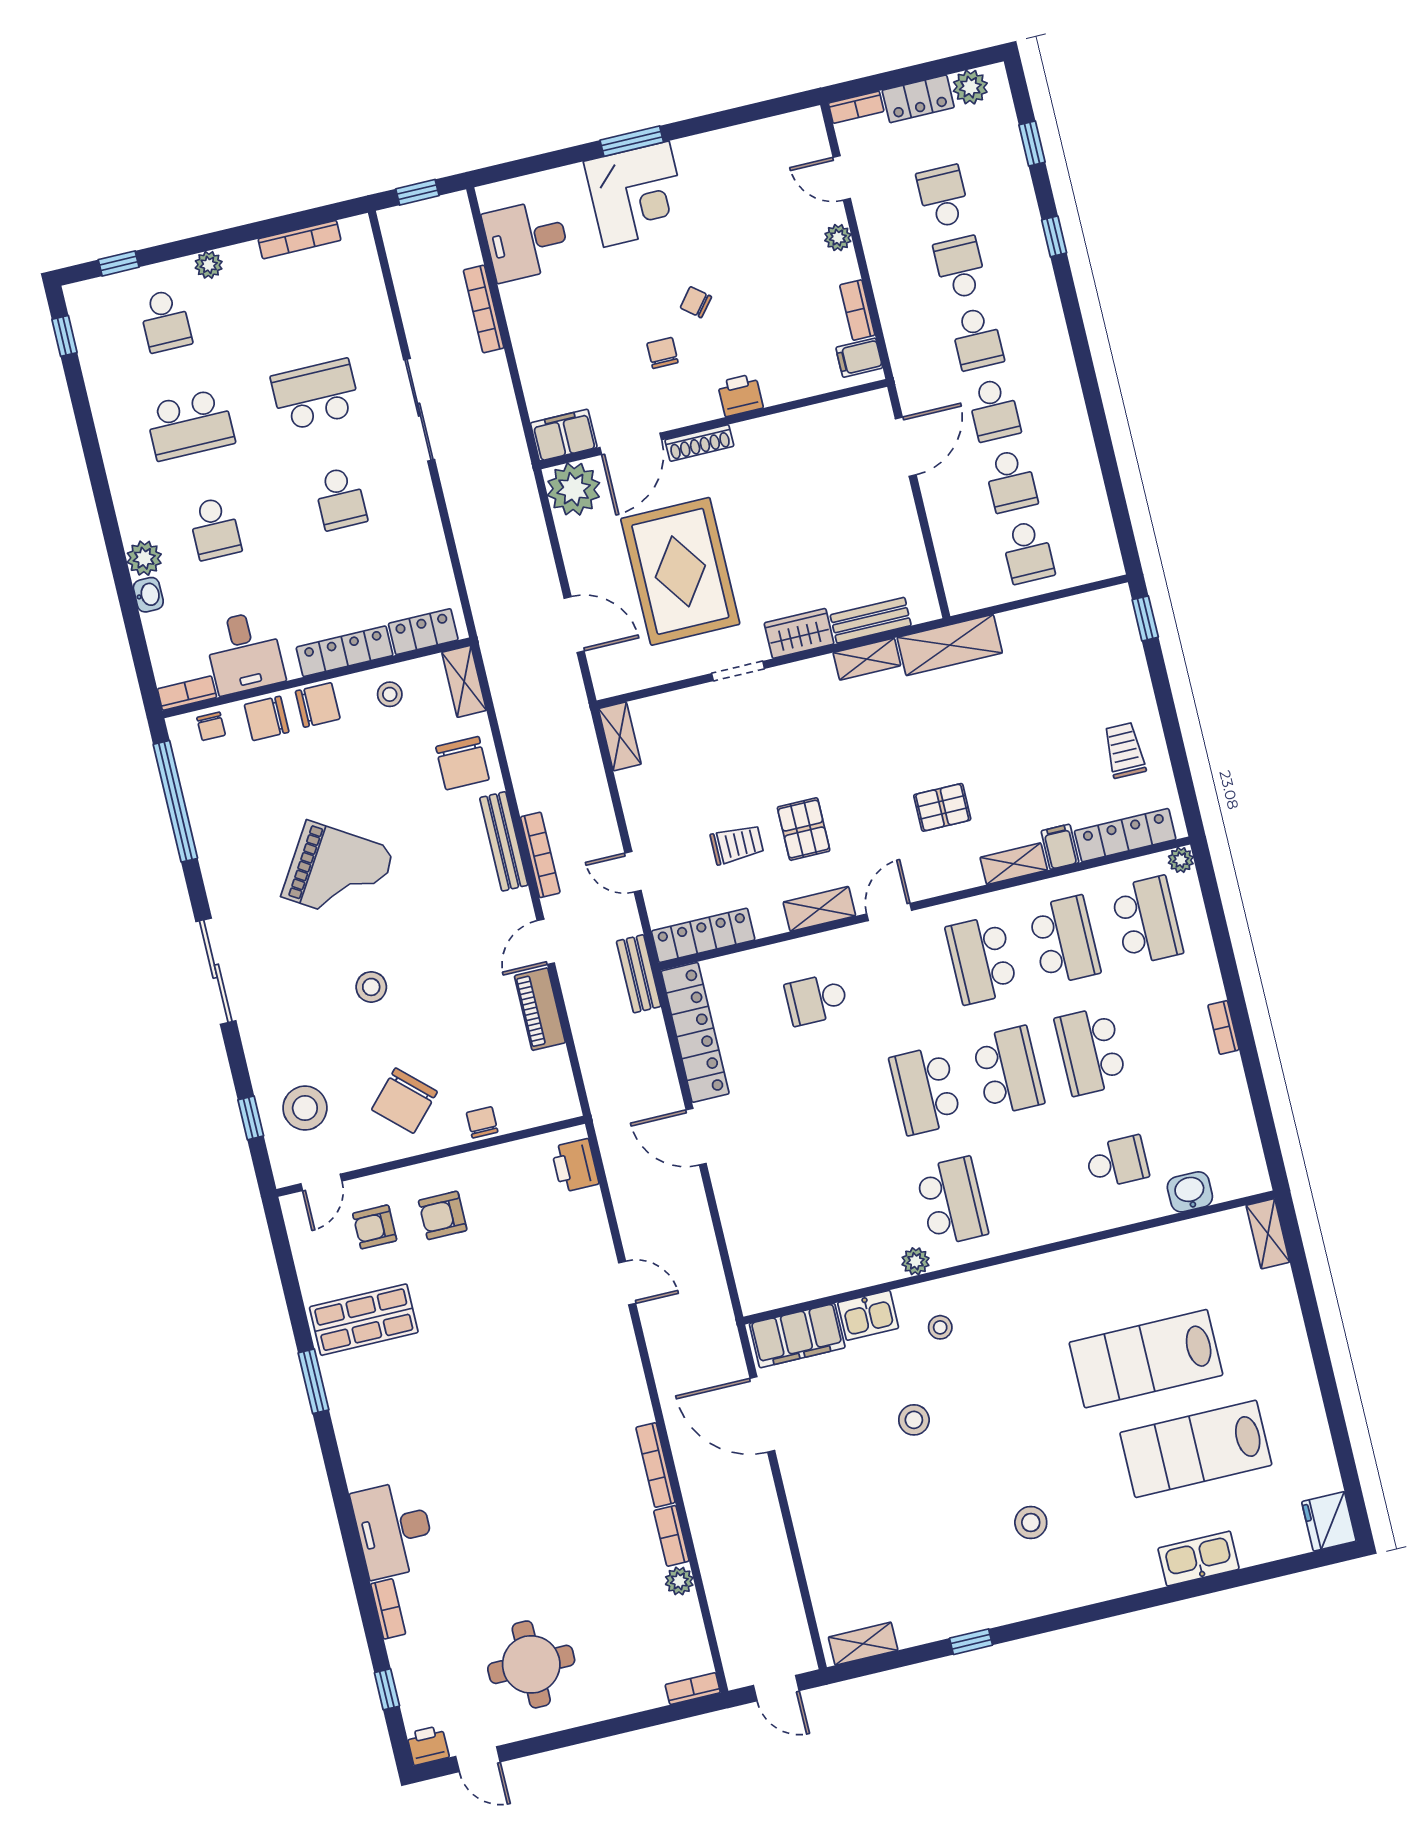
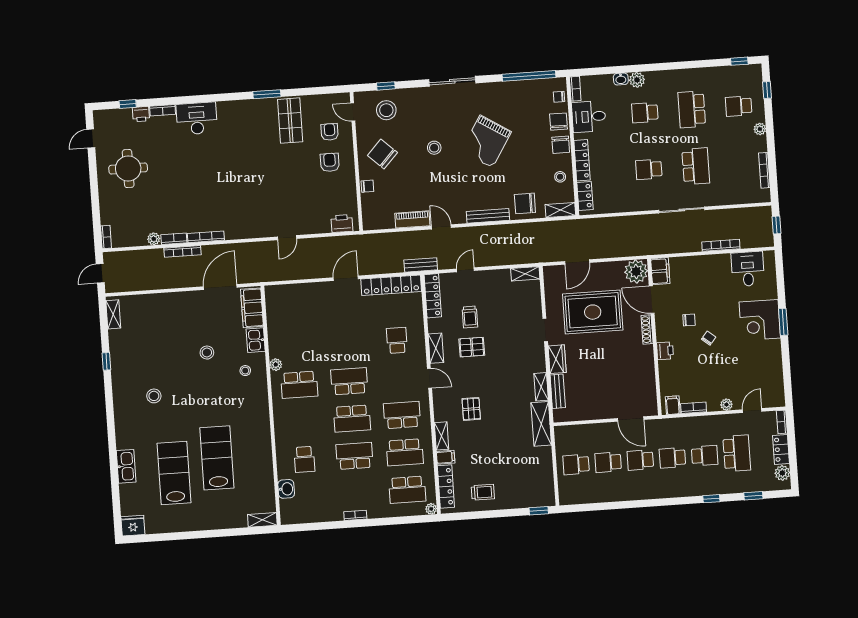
school desk: (943, 196) -> (737, 453), width x1.85
bookcase: (540, 855) -> (182, 251), moved
printer: (428, 1745) -> (141, 114), moved, turned 90

